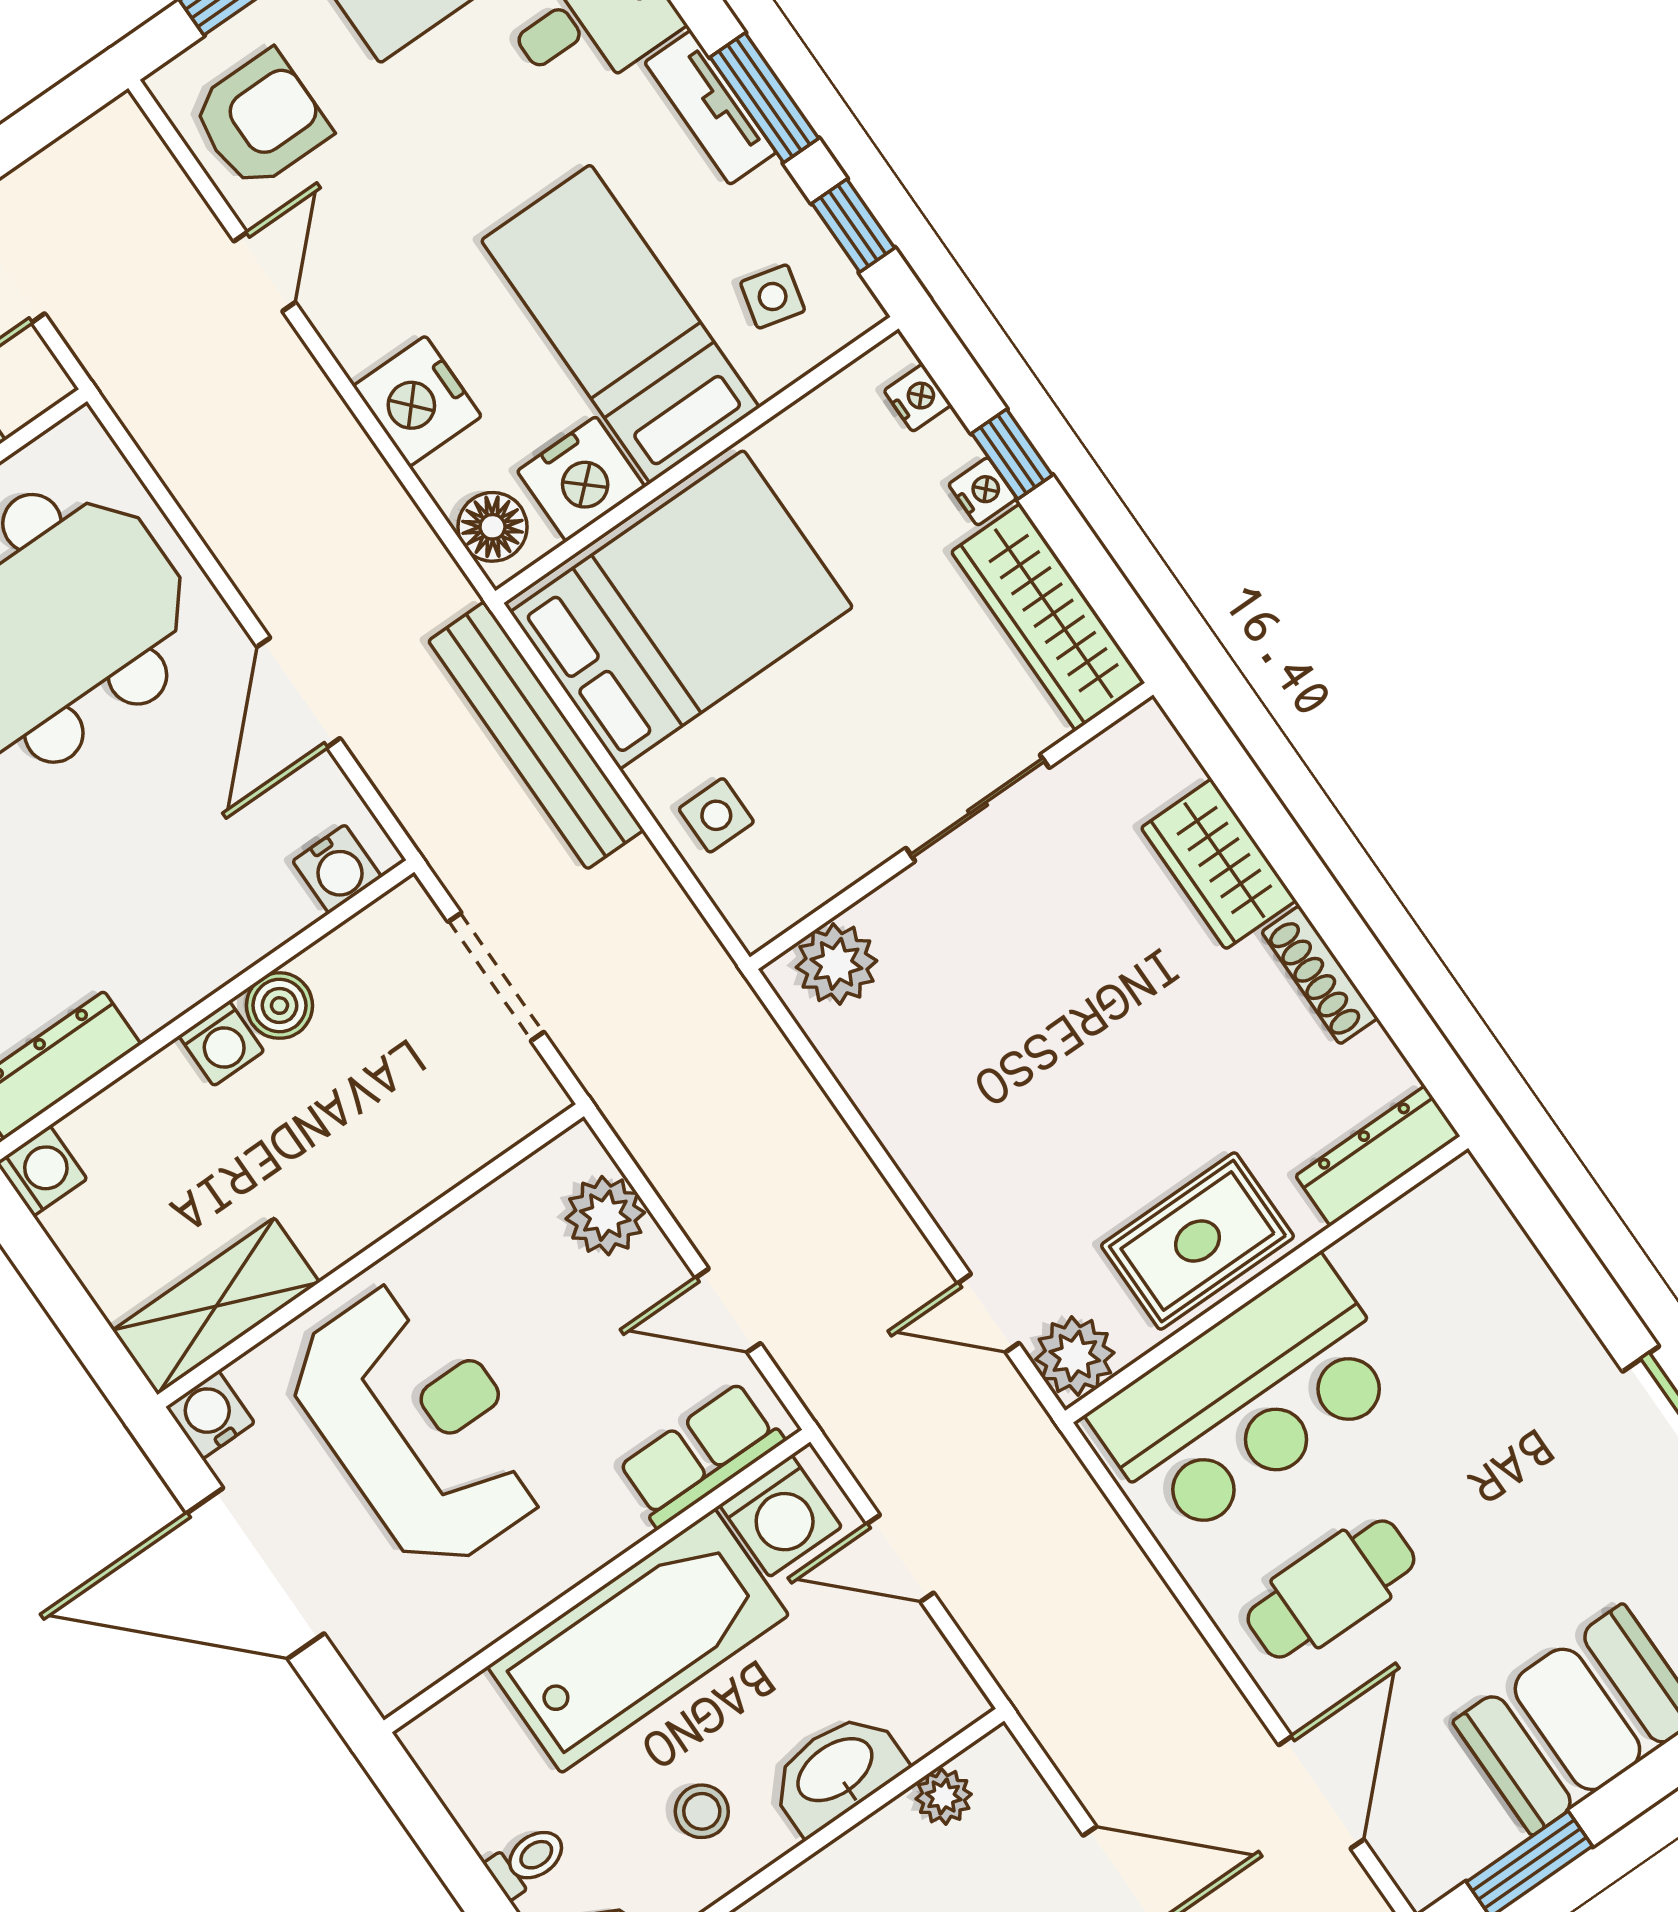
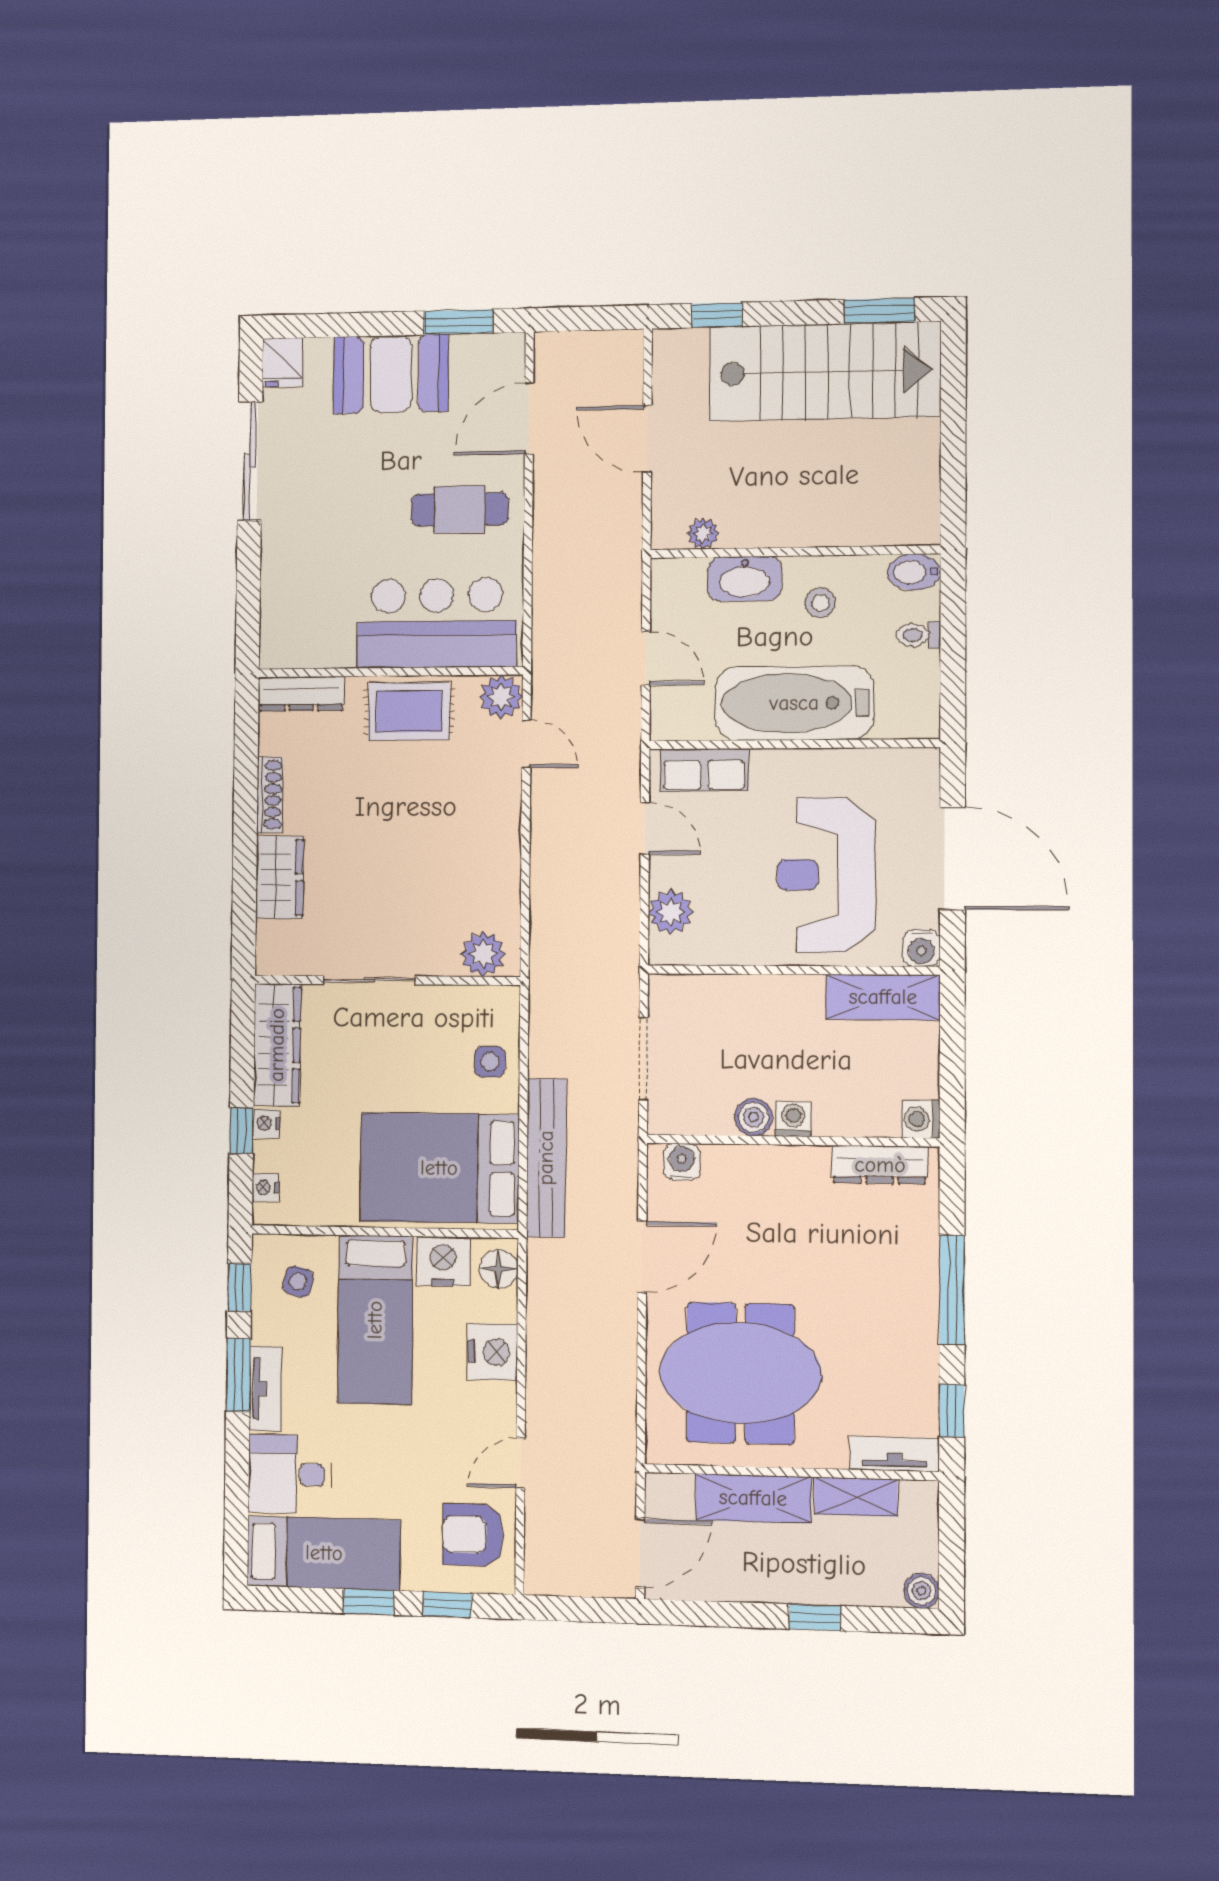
washing machine: (781, 1516) -> (687, 716), removed

